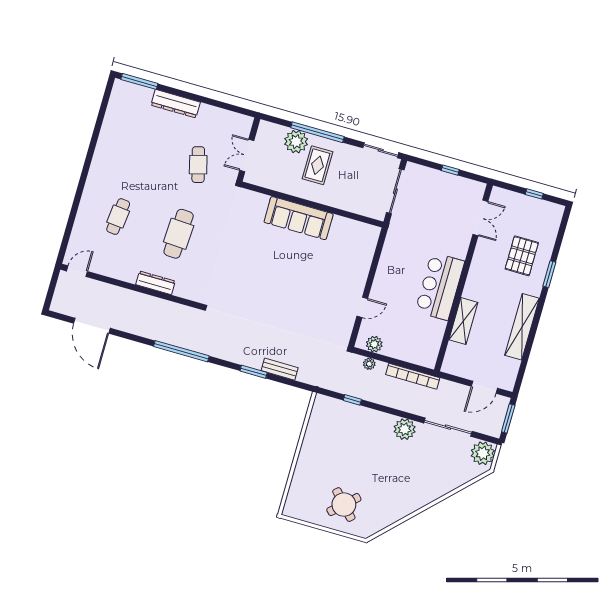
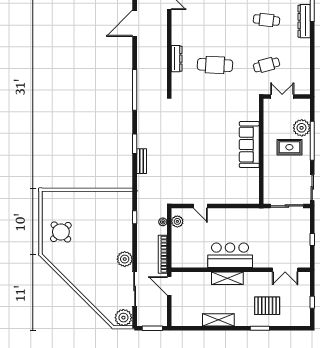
dresser: (176, 104) -> (304, 21), moved
cafe table: (118, 217) -> (266, 20), moved
shelving: (463, 321) -> (227, 278), moved
shelving: (522, 327) -> (218, 320), width x0.68
door: (484, 387) -> (169, 286), moved

